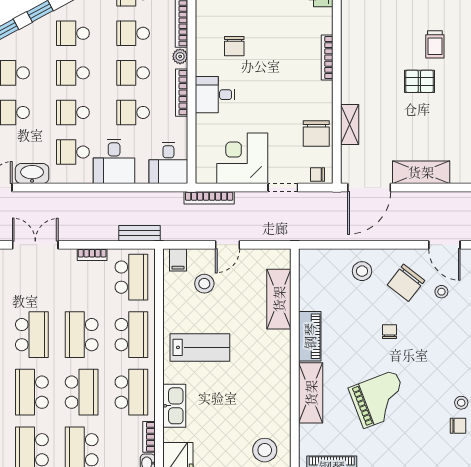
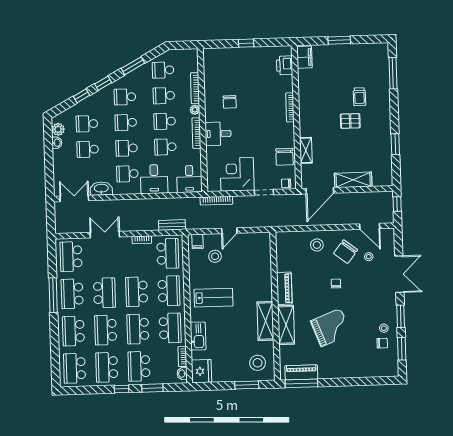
shelving: (279, 299) -> (265, 321), moved
school desk: (82, 392) -> (138, 329), turned 180

